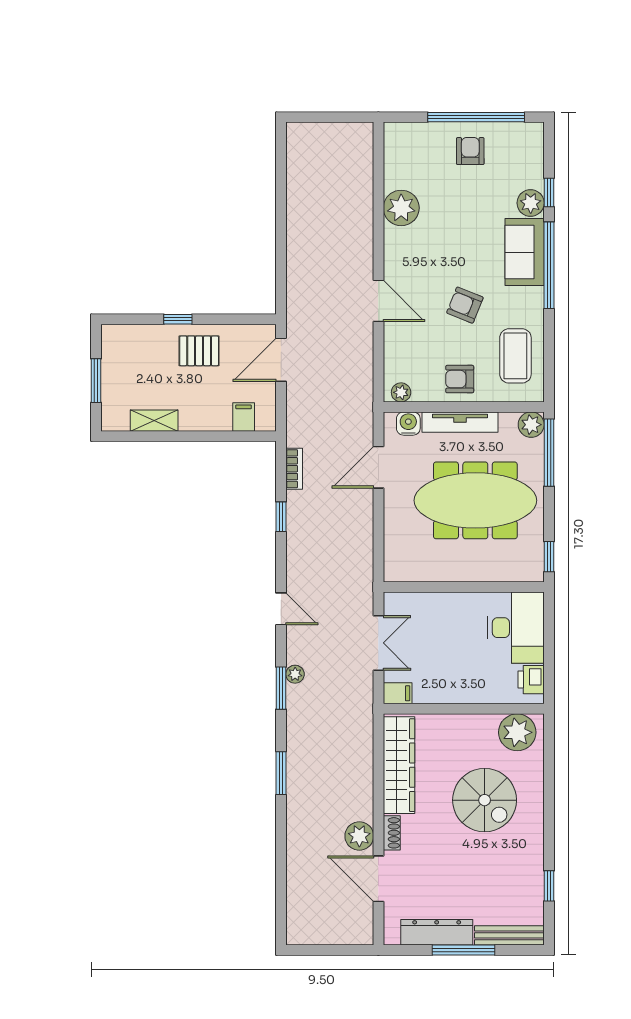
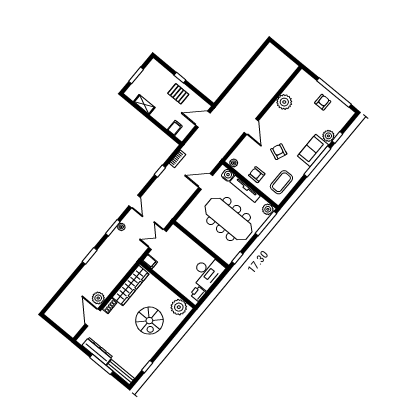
double door: (378, 643) -> (157, 240), swing flipped

